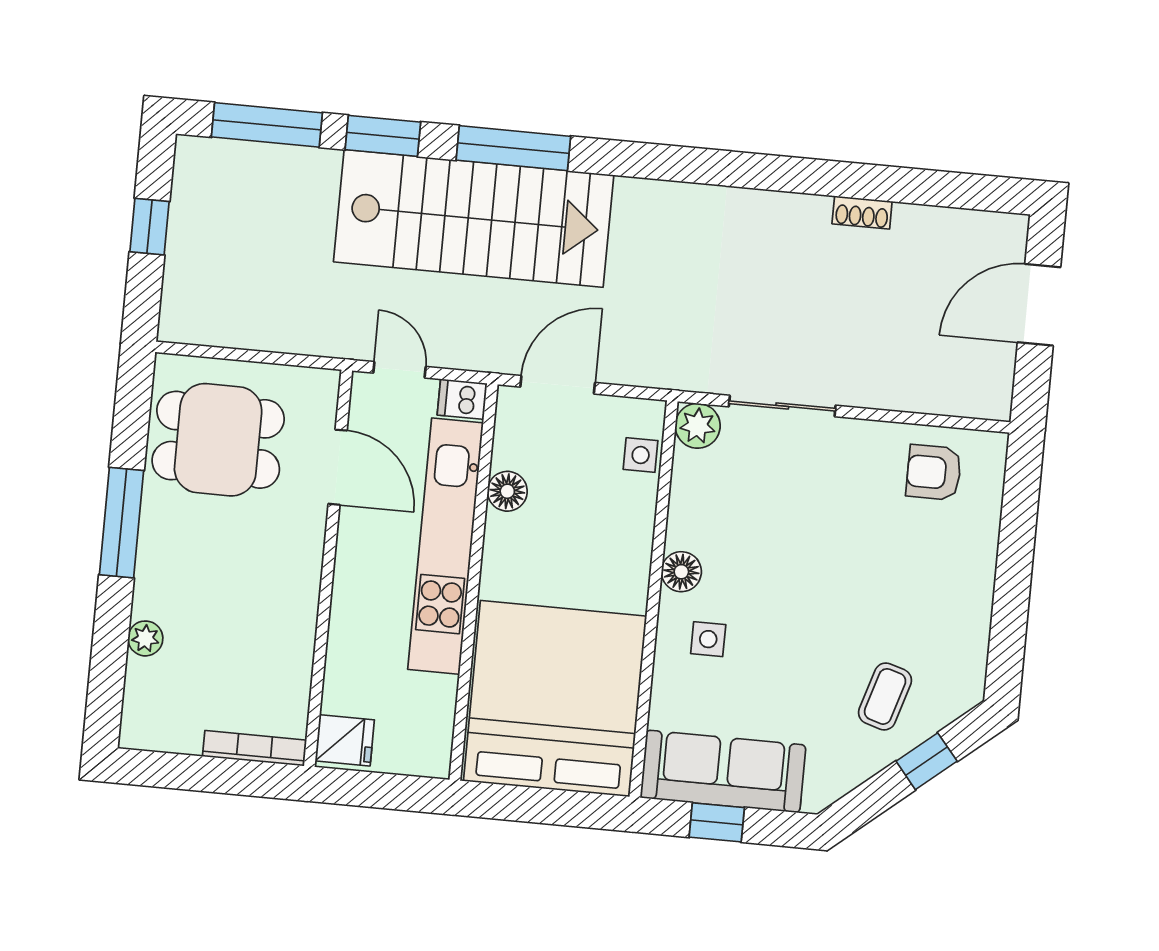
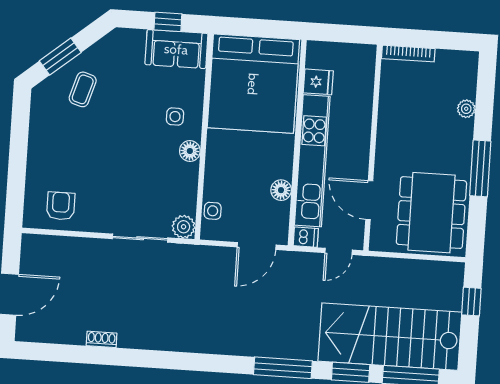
stairs: (474, 218) -> (390, 337), moved
window: (150, 227) -> (471, 302), moved
door: (399, 370) -> (339, 251), hinge flipped
dining table: (218, 440) -> (431, 213), width x1.37
armchair: (934, 472) -> (61, 206), turned -90
fridge: (345, 740) -> (318, 82), moved, turned 180
window: (927, 761) -> (60, 57), width x1.50
sofa: (723, 771) -> (176, 49), width x0.73

